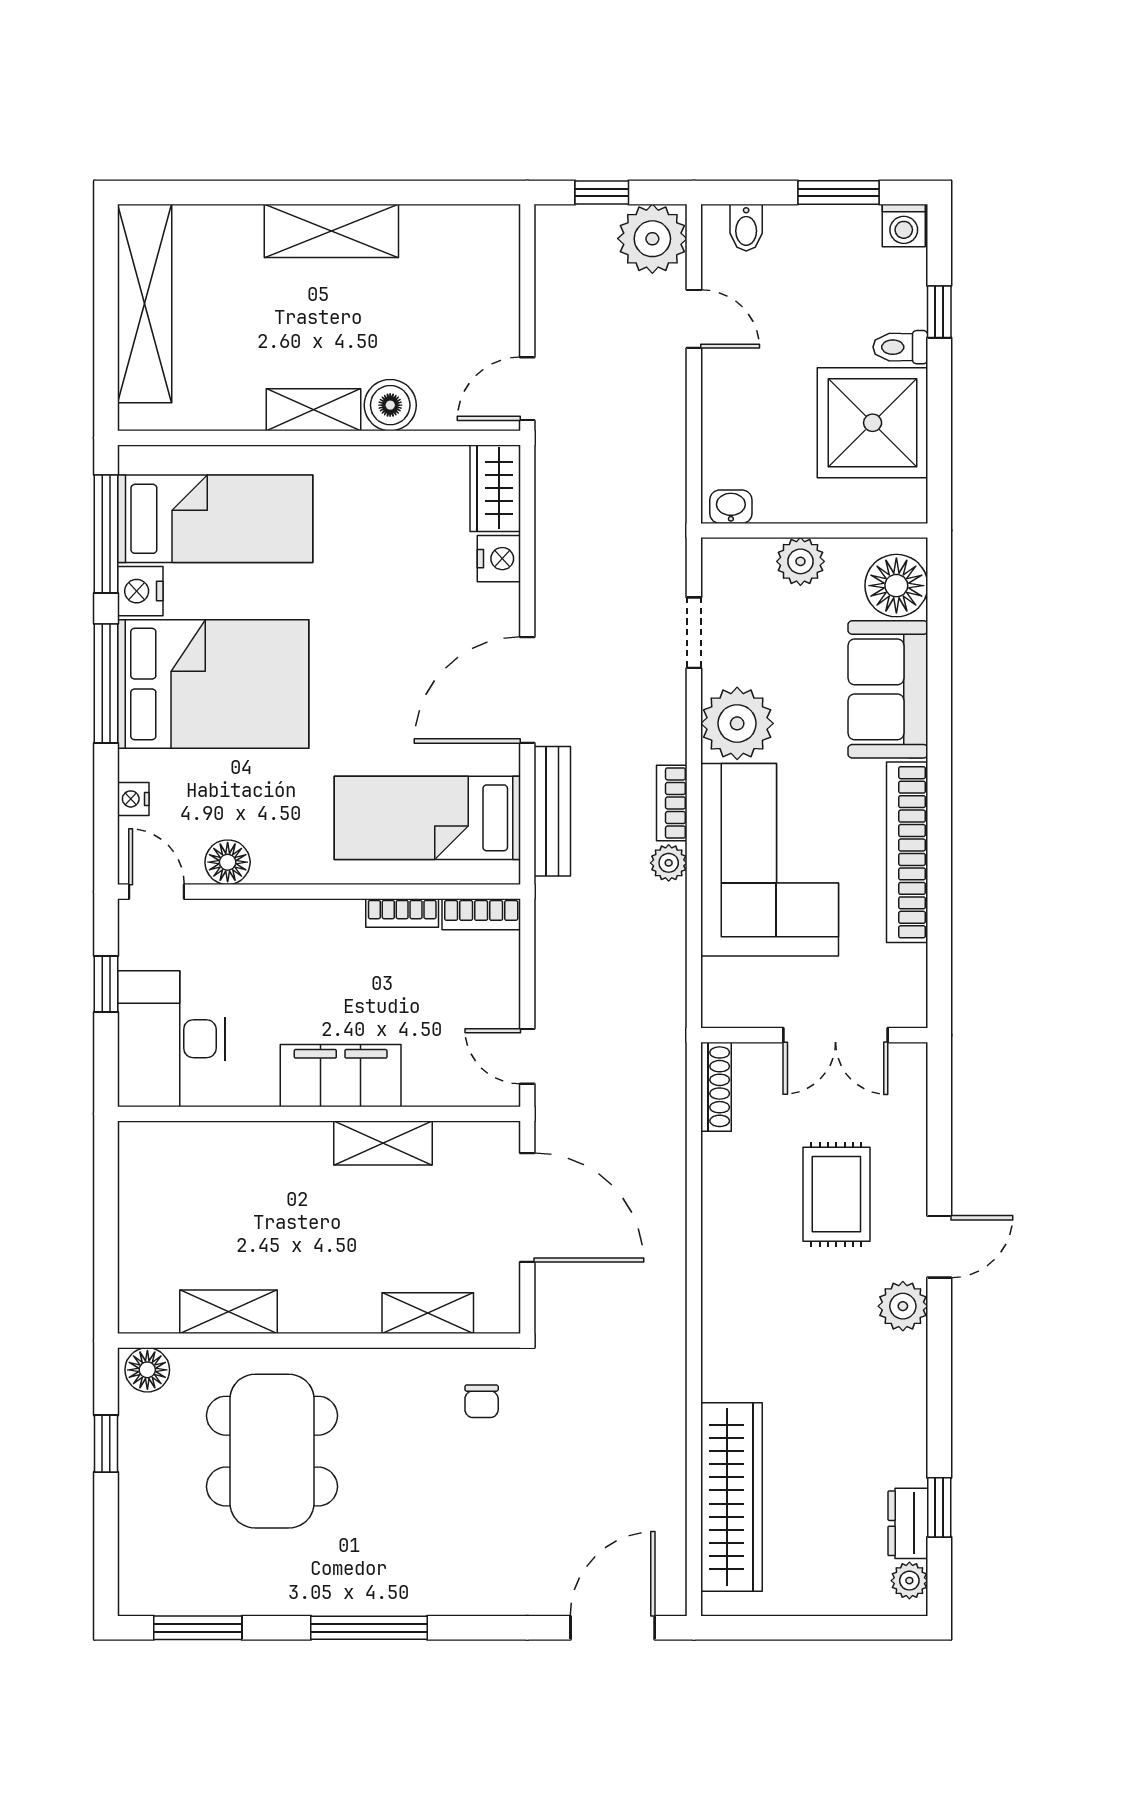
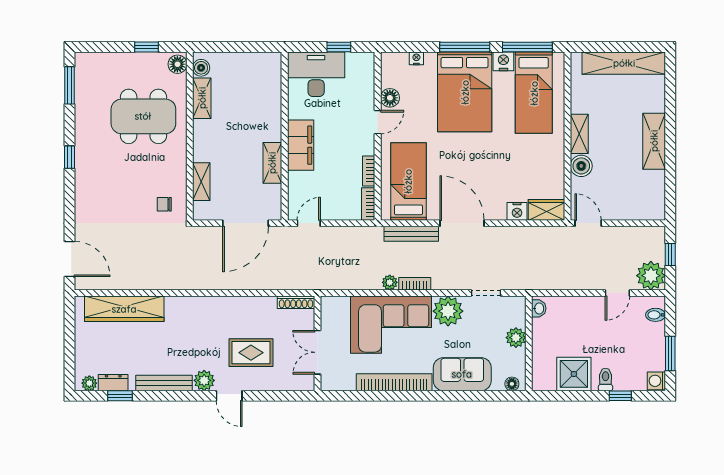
shower: (873, 423) -> (574, 374), width x0.73, depth x0.73
floor lamp: (896, 586) -> (512, 384), width x0.53, depth x0.53
door: (156, 892) -> (378, 122), moved
boiler: (156, 1313) -> (201, 68), added
bench: (909, 1402) -> (164, 383), added
window: (369, 1628) -> (70, 157), width x0.46

